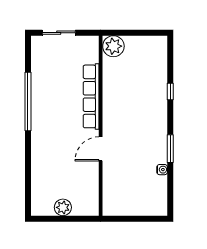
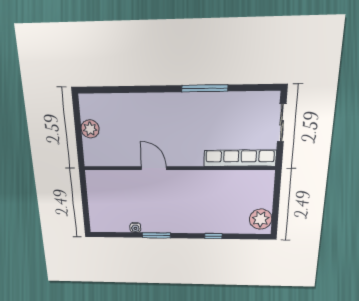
plant: (113, 46) -> (261, 219), moved
row of seats: (91, 96) -> (240, 158), moved
window: (28, 102) -> (205, 88), width x0.68

